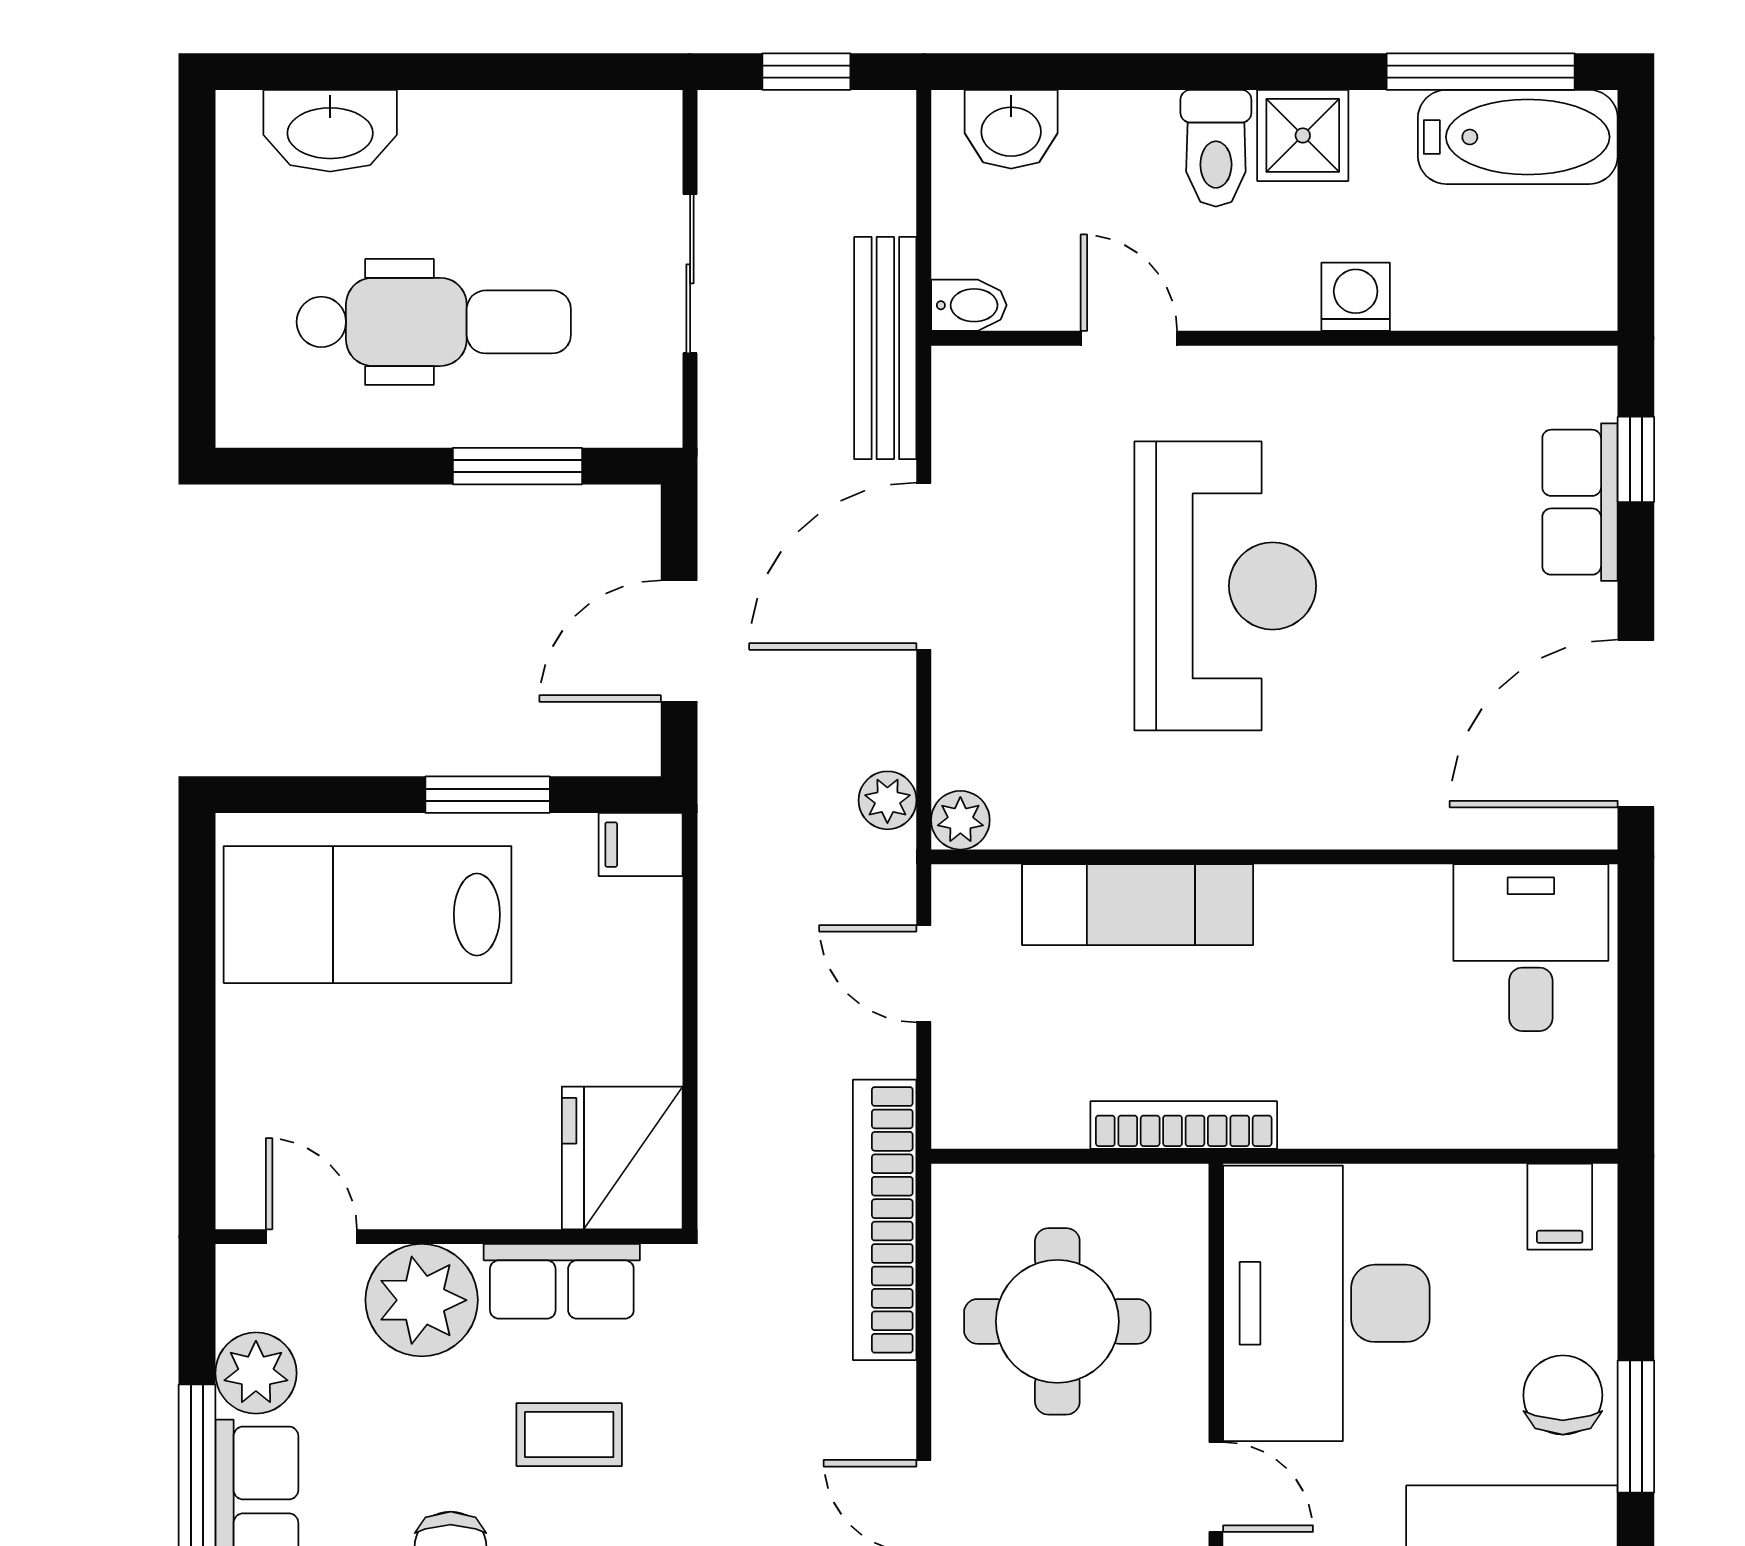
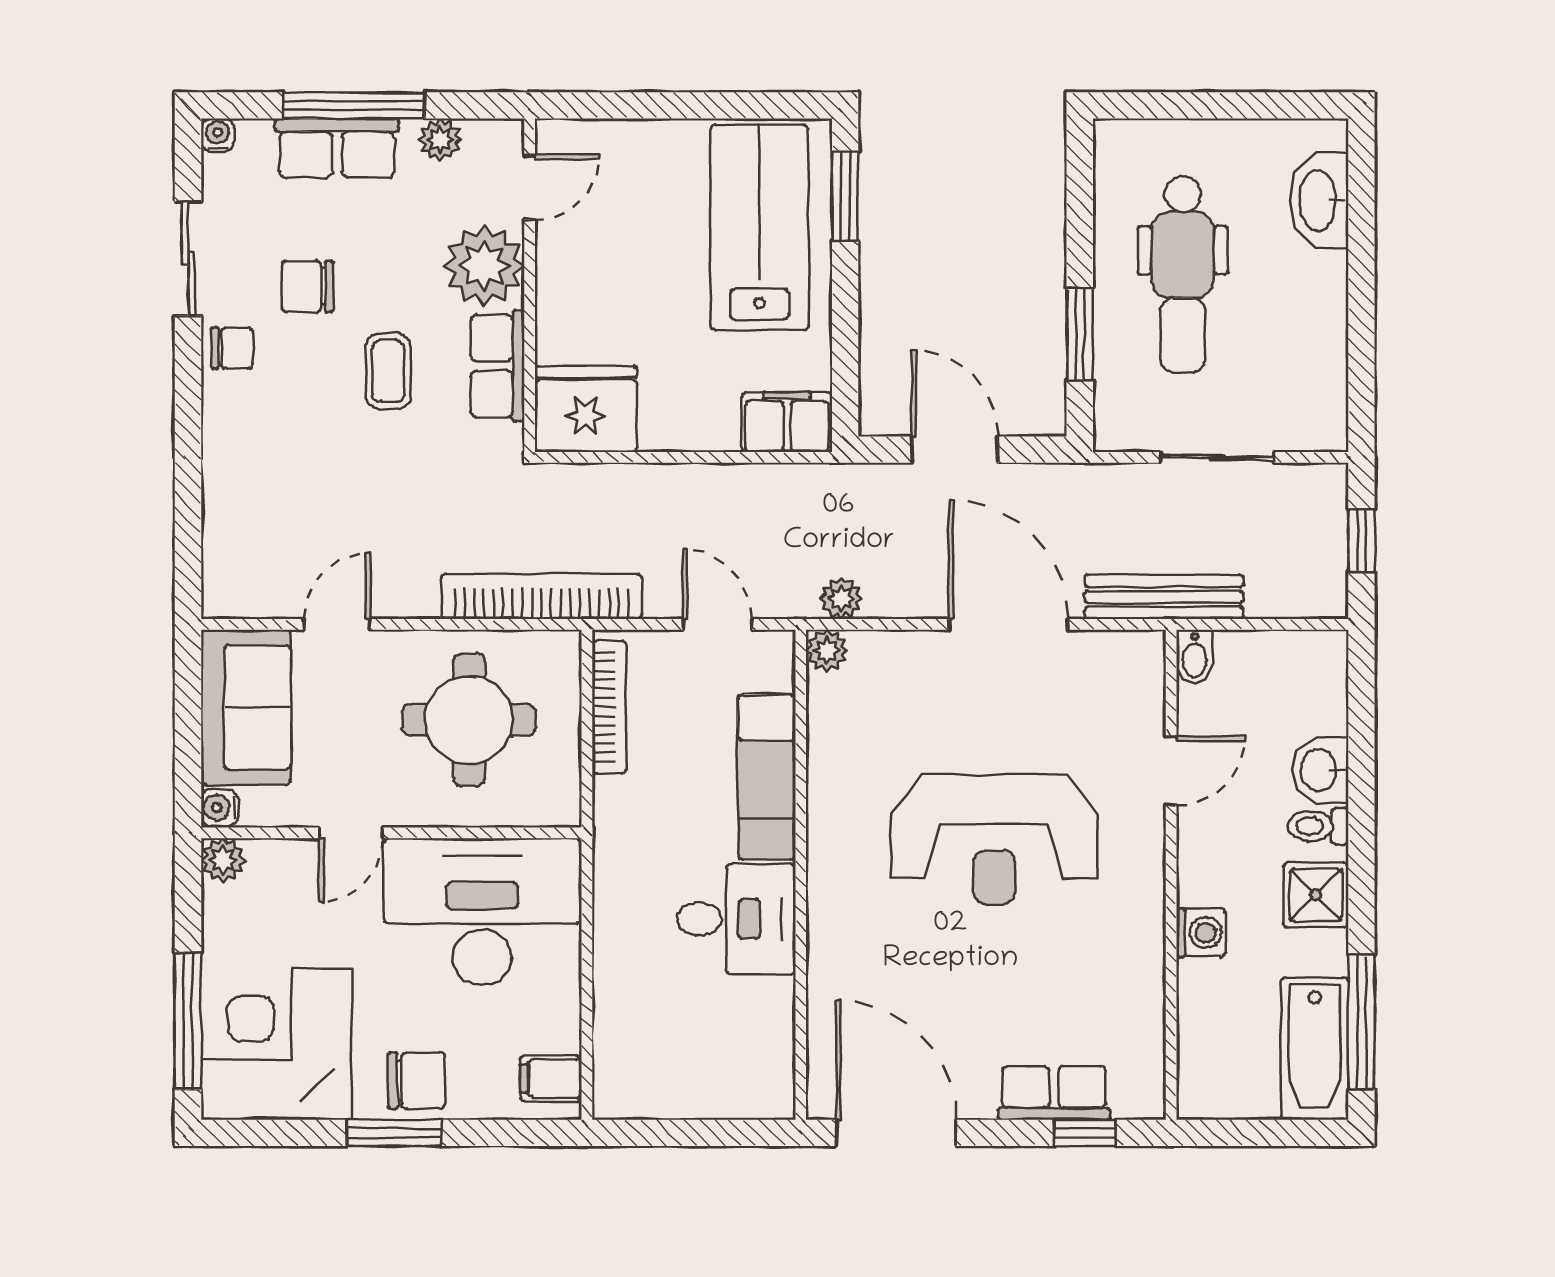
washbasin: (1011, 129) -> (1320, 770), moved
toilet: (1216, 148) -> (1318, 826), width x0.73, depth x0.72
window: (488, 795) -> (845, 196), moved
filing cabinet: (641, 845) -> (787, 422), width x2.00
desk: (1531, 948) -> (736, 919), moved
door: (924, 974) -> (717, 624), hinge flipped
bookcase: (1184, 1125) -> (609, 707), moved
plant: (256, 1373) -> (440, 140), width x0.73, depth x0.73

